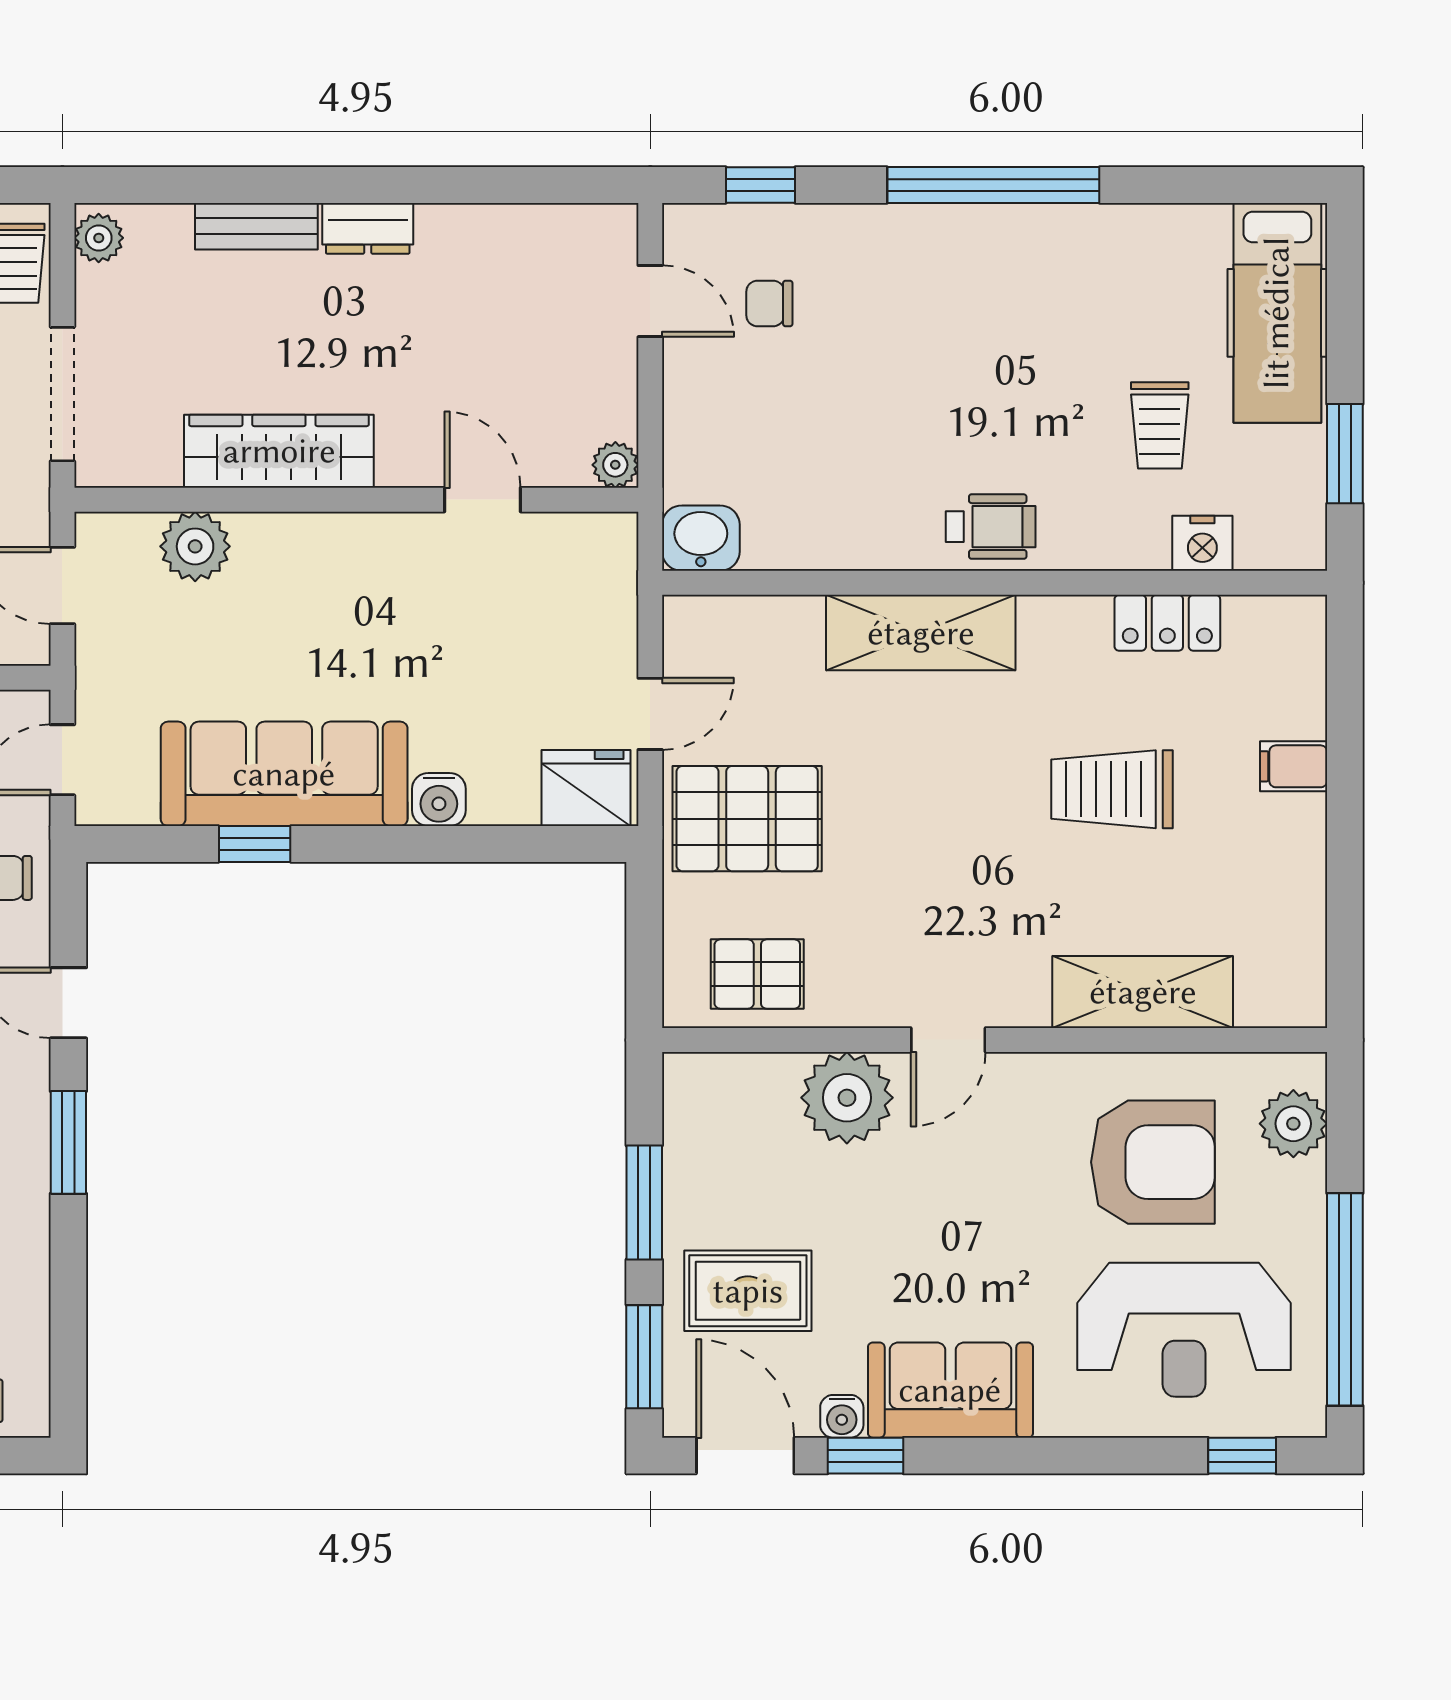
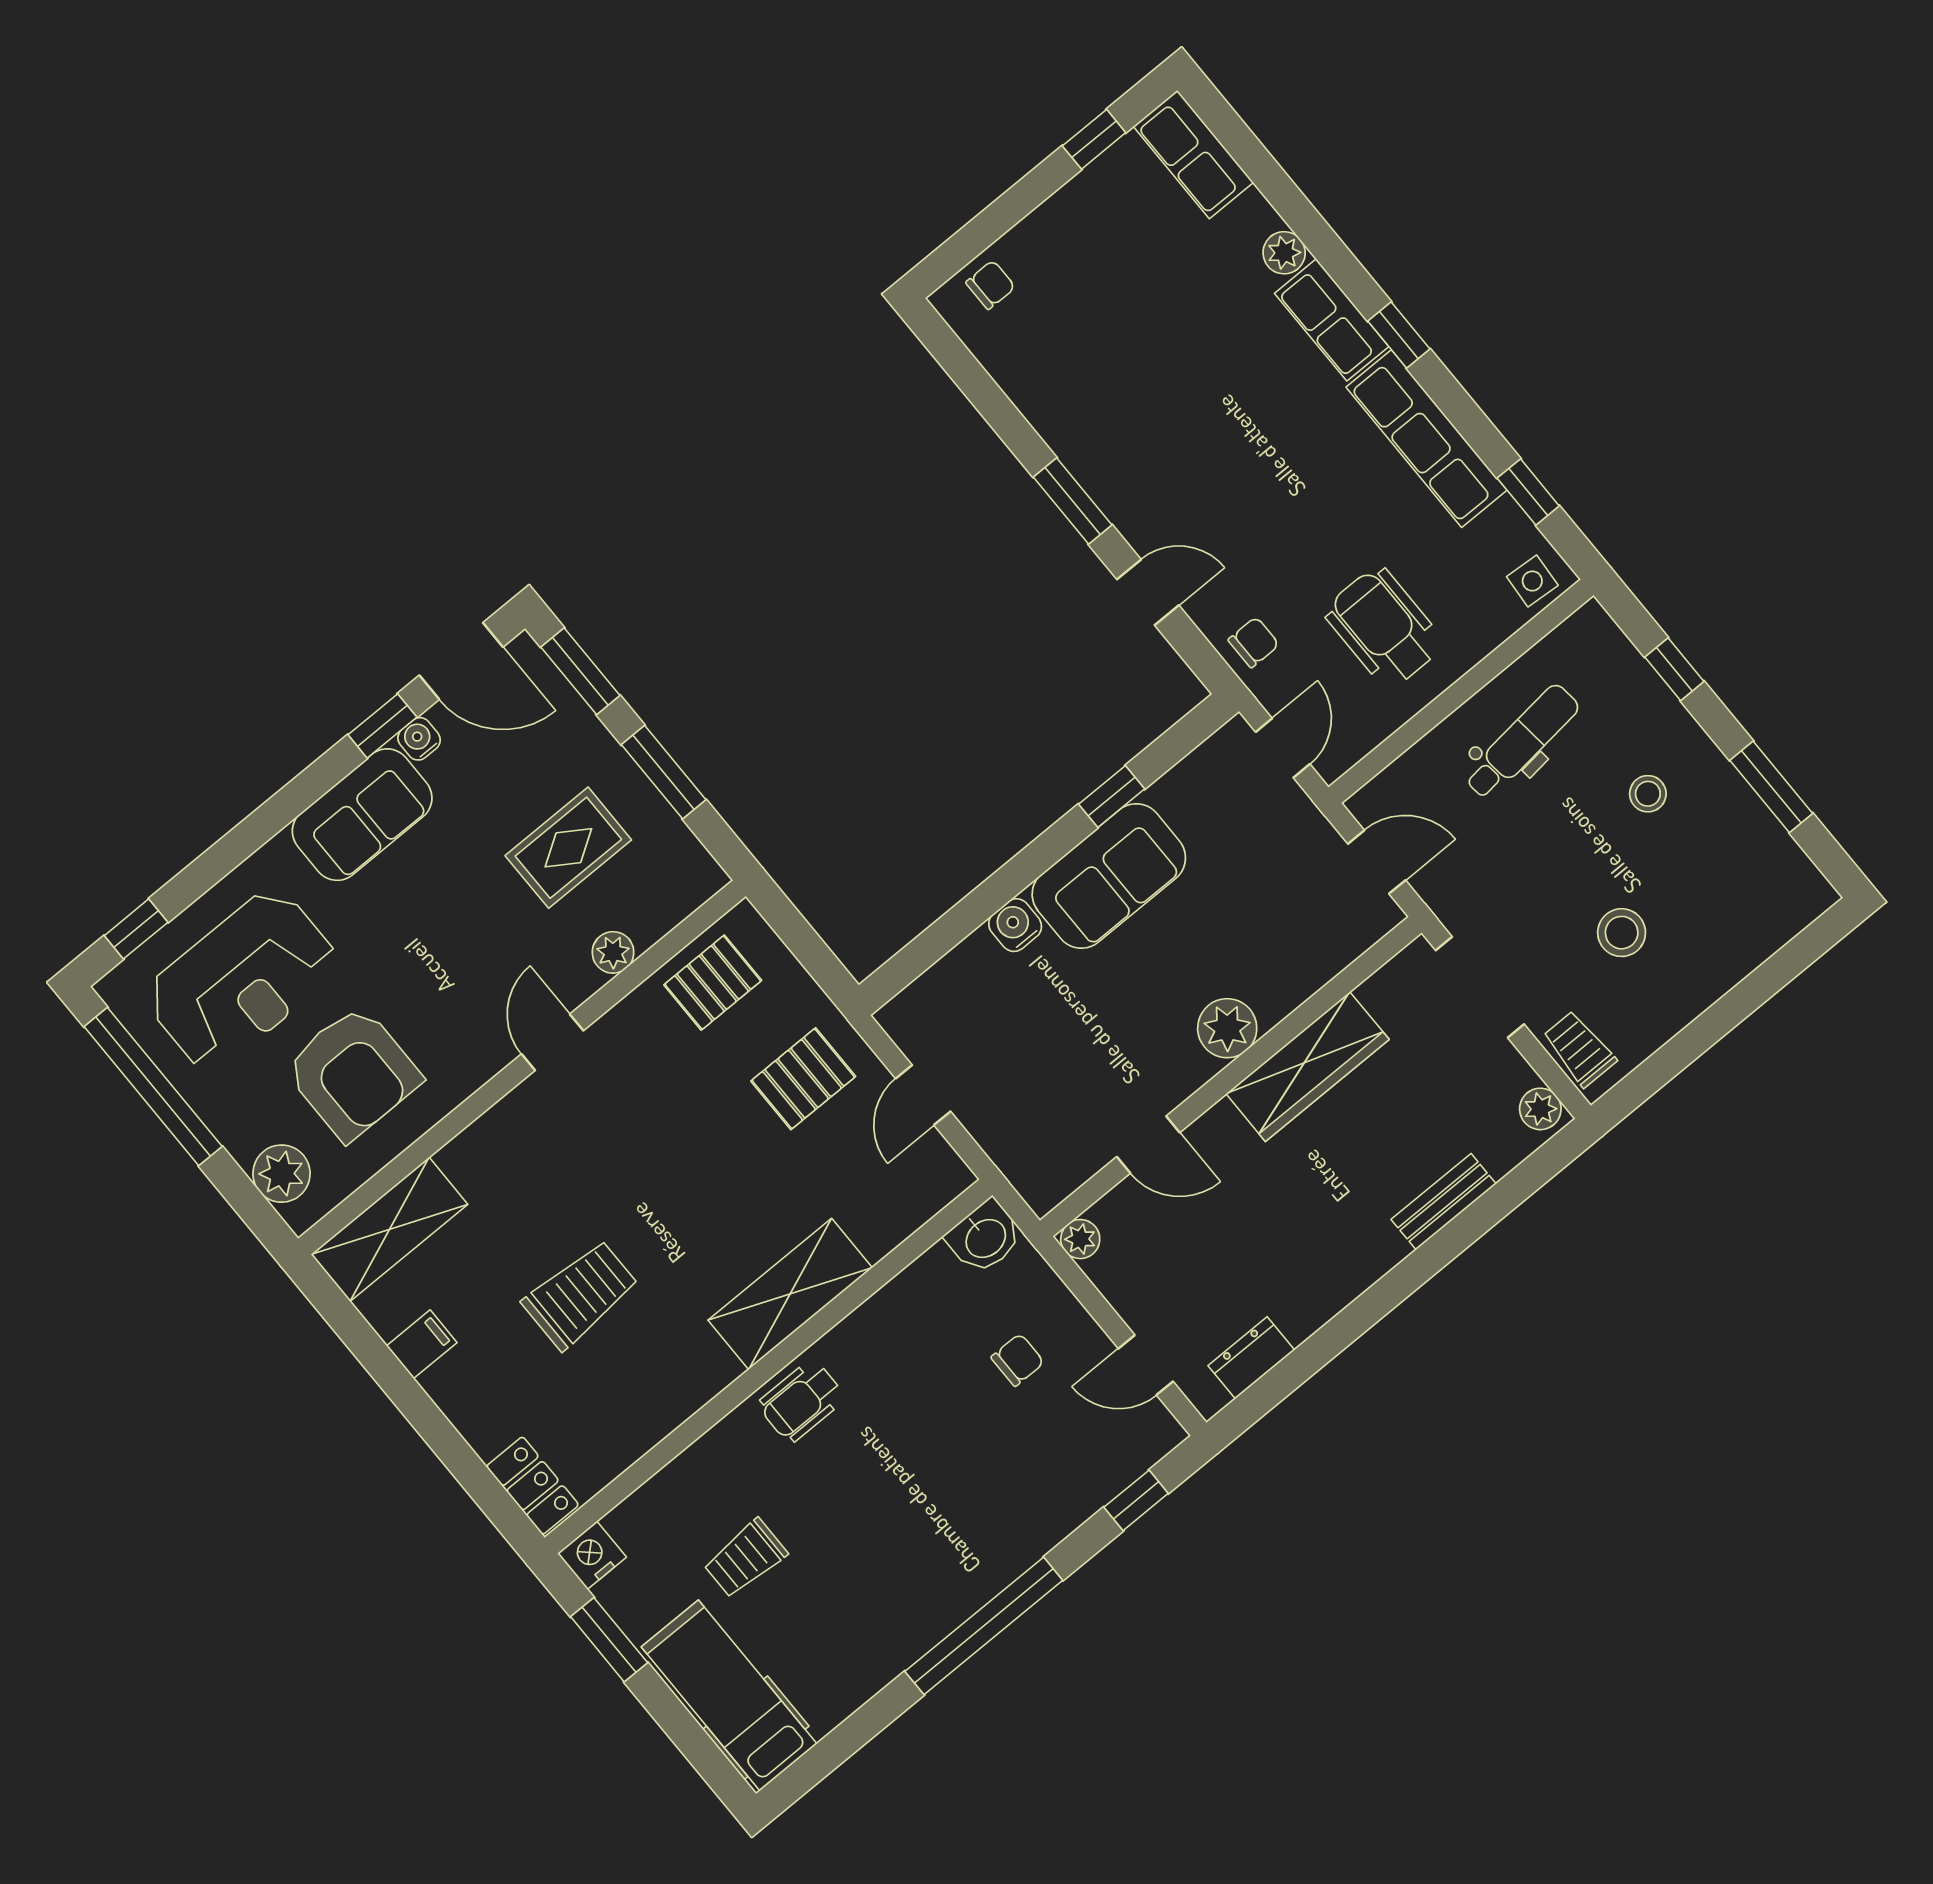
dresser: (368, 228) -> (1251, 1358), moved
chair: (769, 303) -> (1018, 1360), moved
trolley: (1160, 425) -> (745, 1558), turned -90
nightstand: (1202, 543) -> (592, 1555), moved
plant: (195, 546) -> (1227, 1028), moved
locker: (1167, 623) -> (533, 1486), moved, turned 90
filing cabinet: (1294, 766) -> (422, 1344), moved
sofa: (284, 774) -> (1109, 876), width x0.73
fridge: (586, 788) -> (925, 1012), removed
pallet: (747, 819) -> (803, 1079), width x0.67, depth x0.71
shelving: (1143, 992) -> (389, 1229), moved
plant: (847, 1098) -> (613, 952), width x0.53, depth x0.53
armchair: (1153, 1162) -> (353, 1073), turned -90
rug: (748, 1291) -> (568, 848), moved
reception desk: (1184, 1330) -> (242, 980), turned 180

